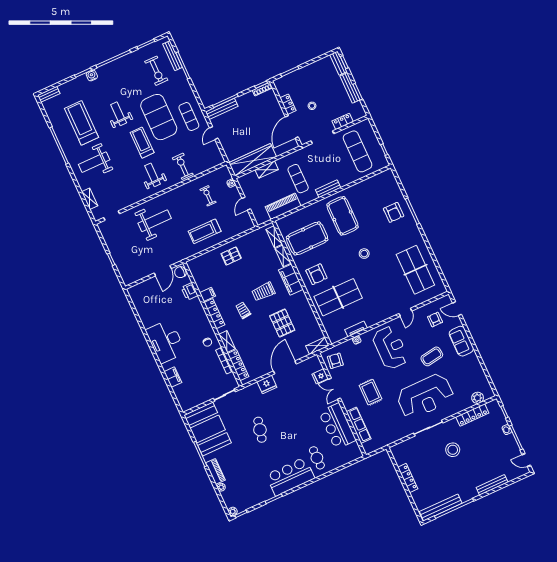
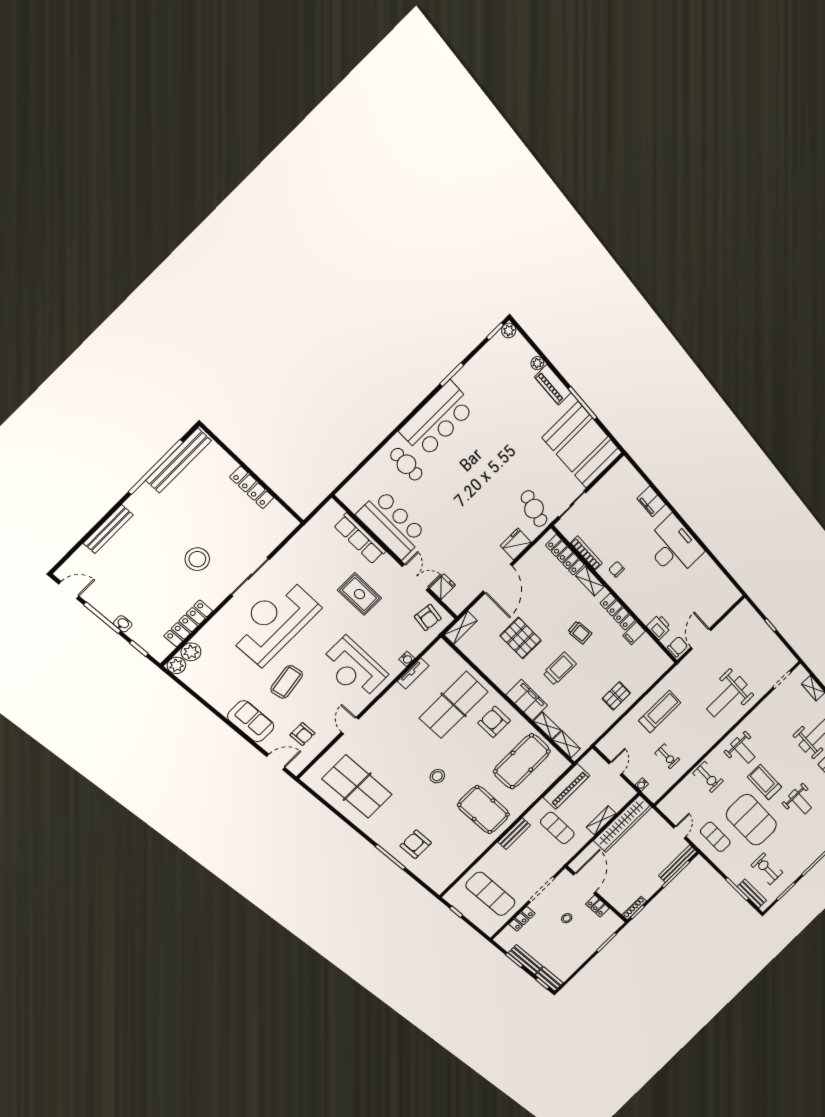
treadmill: (142, 143) -> (765, 782), turned 180
plant: (489, 393) -> (176, 665), added
cafe table: (260, 430) -> (534, 509), moved

